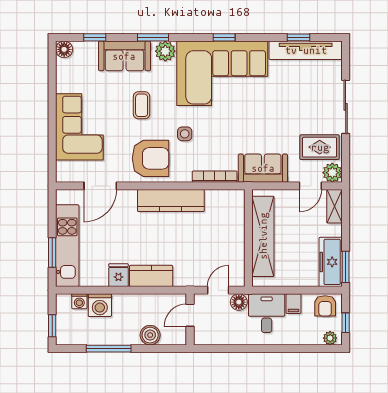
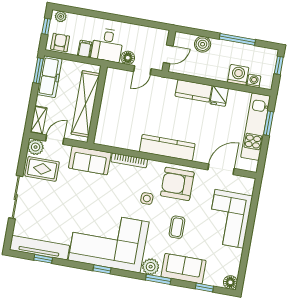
shelving: (263, 236) -> (85, 104), moved
wall: (248, 238) -> (97, 105), moved

